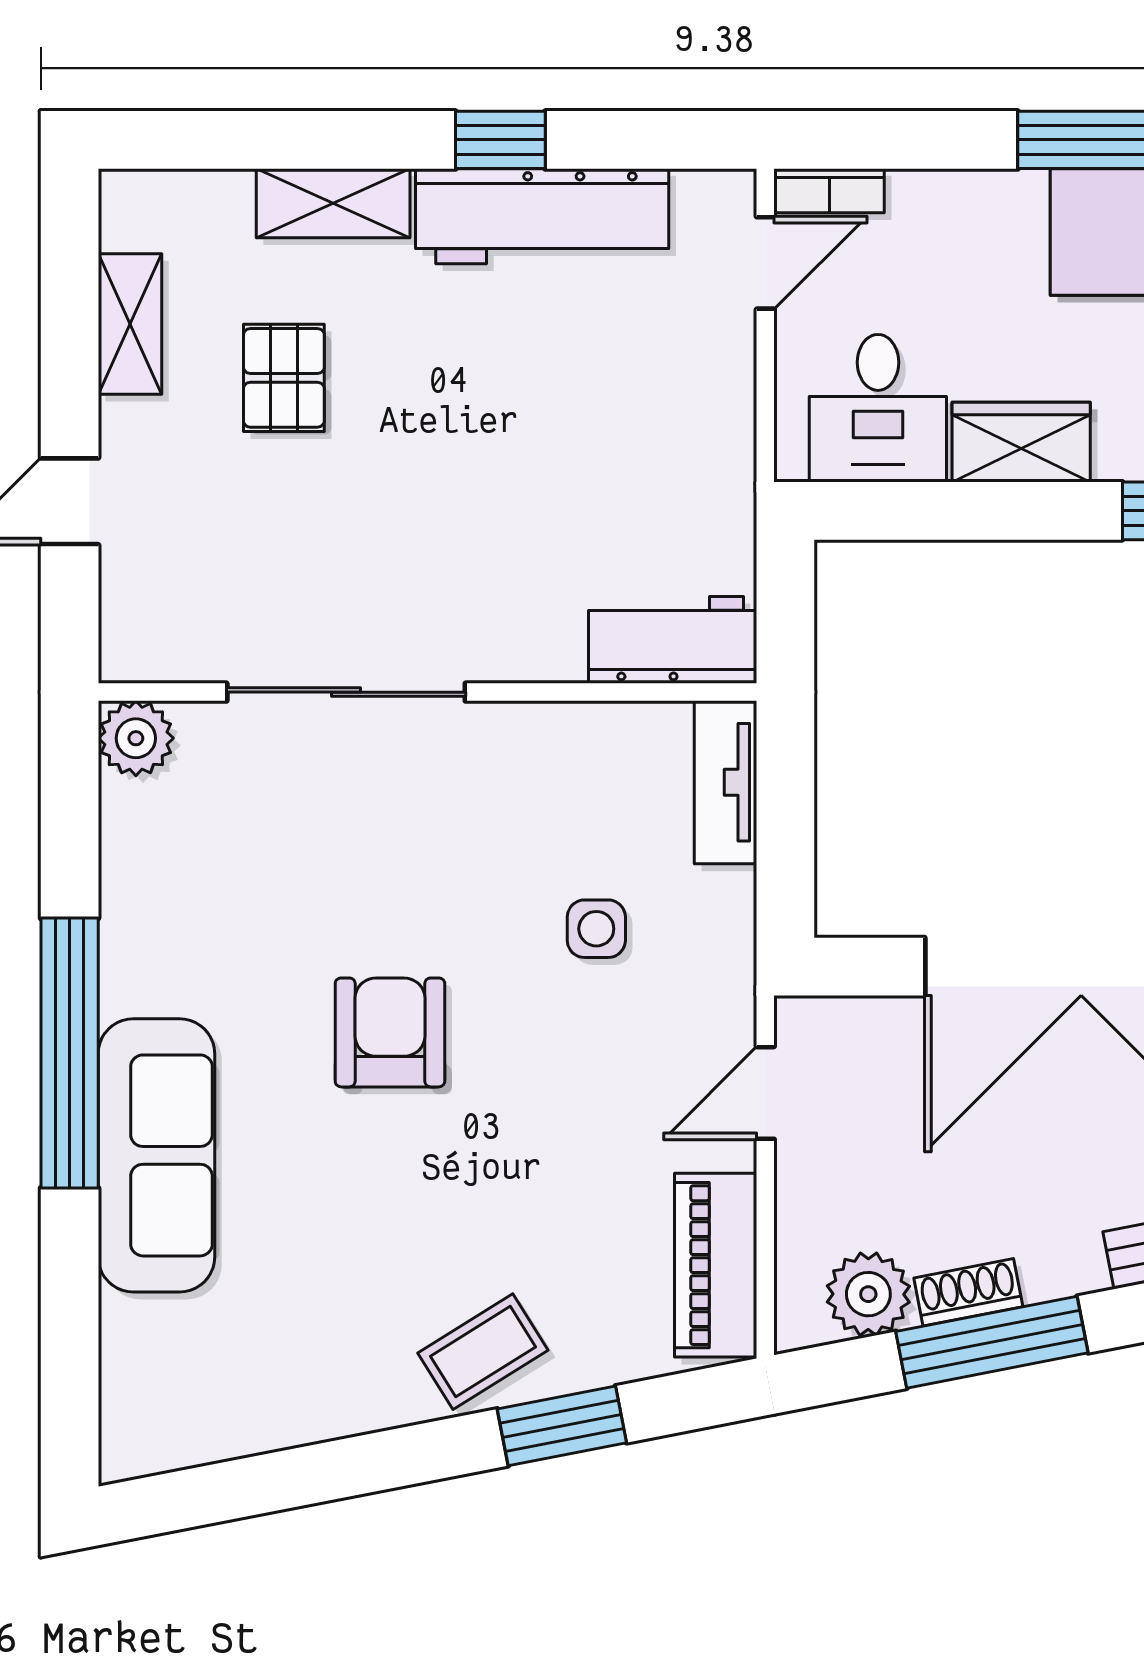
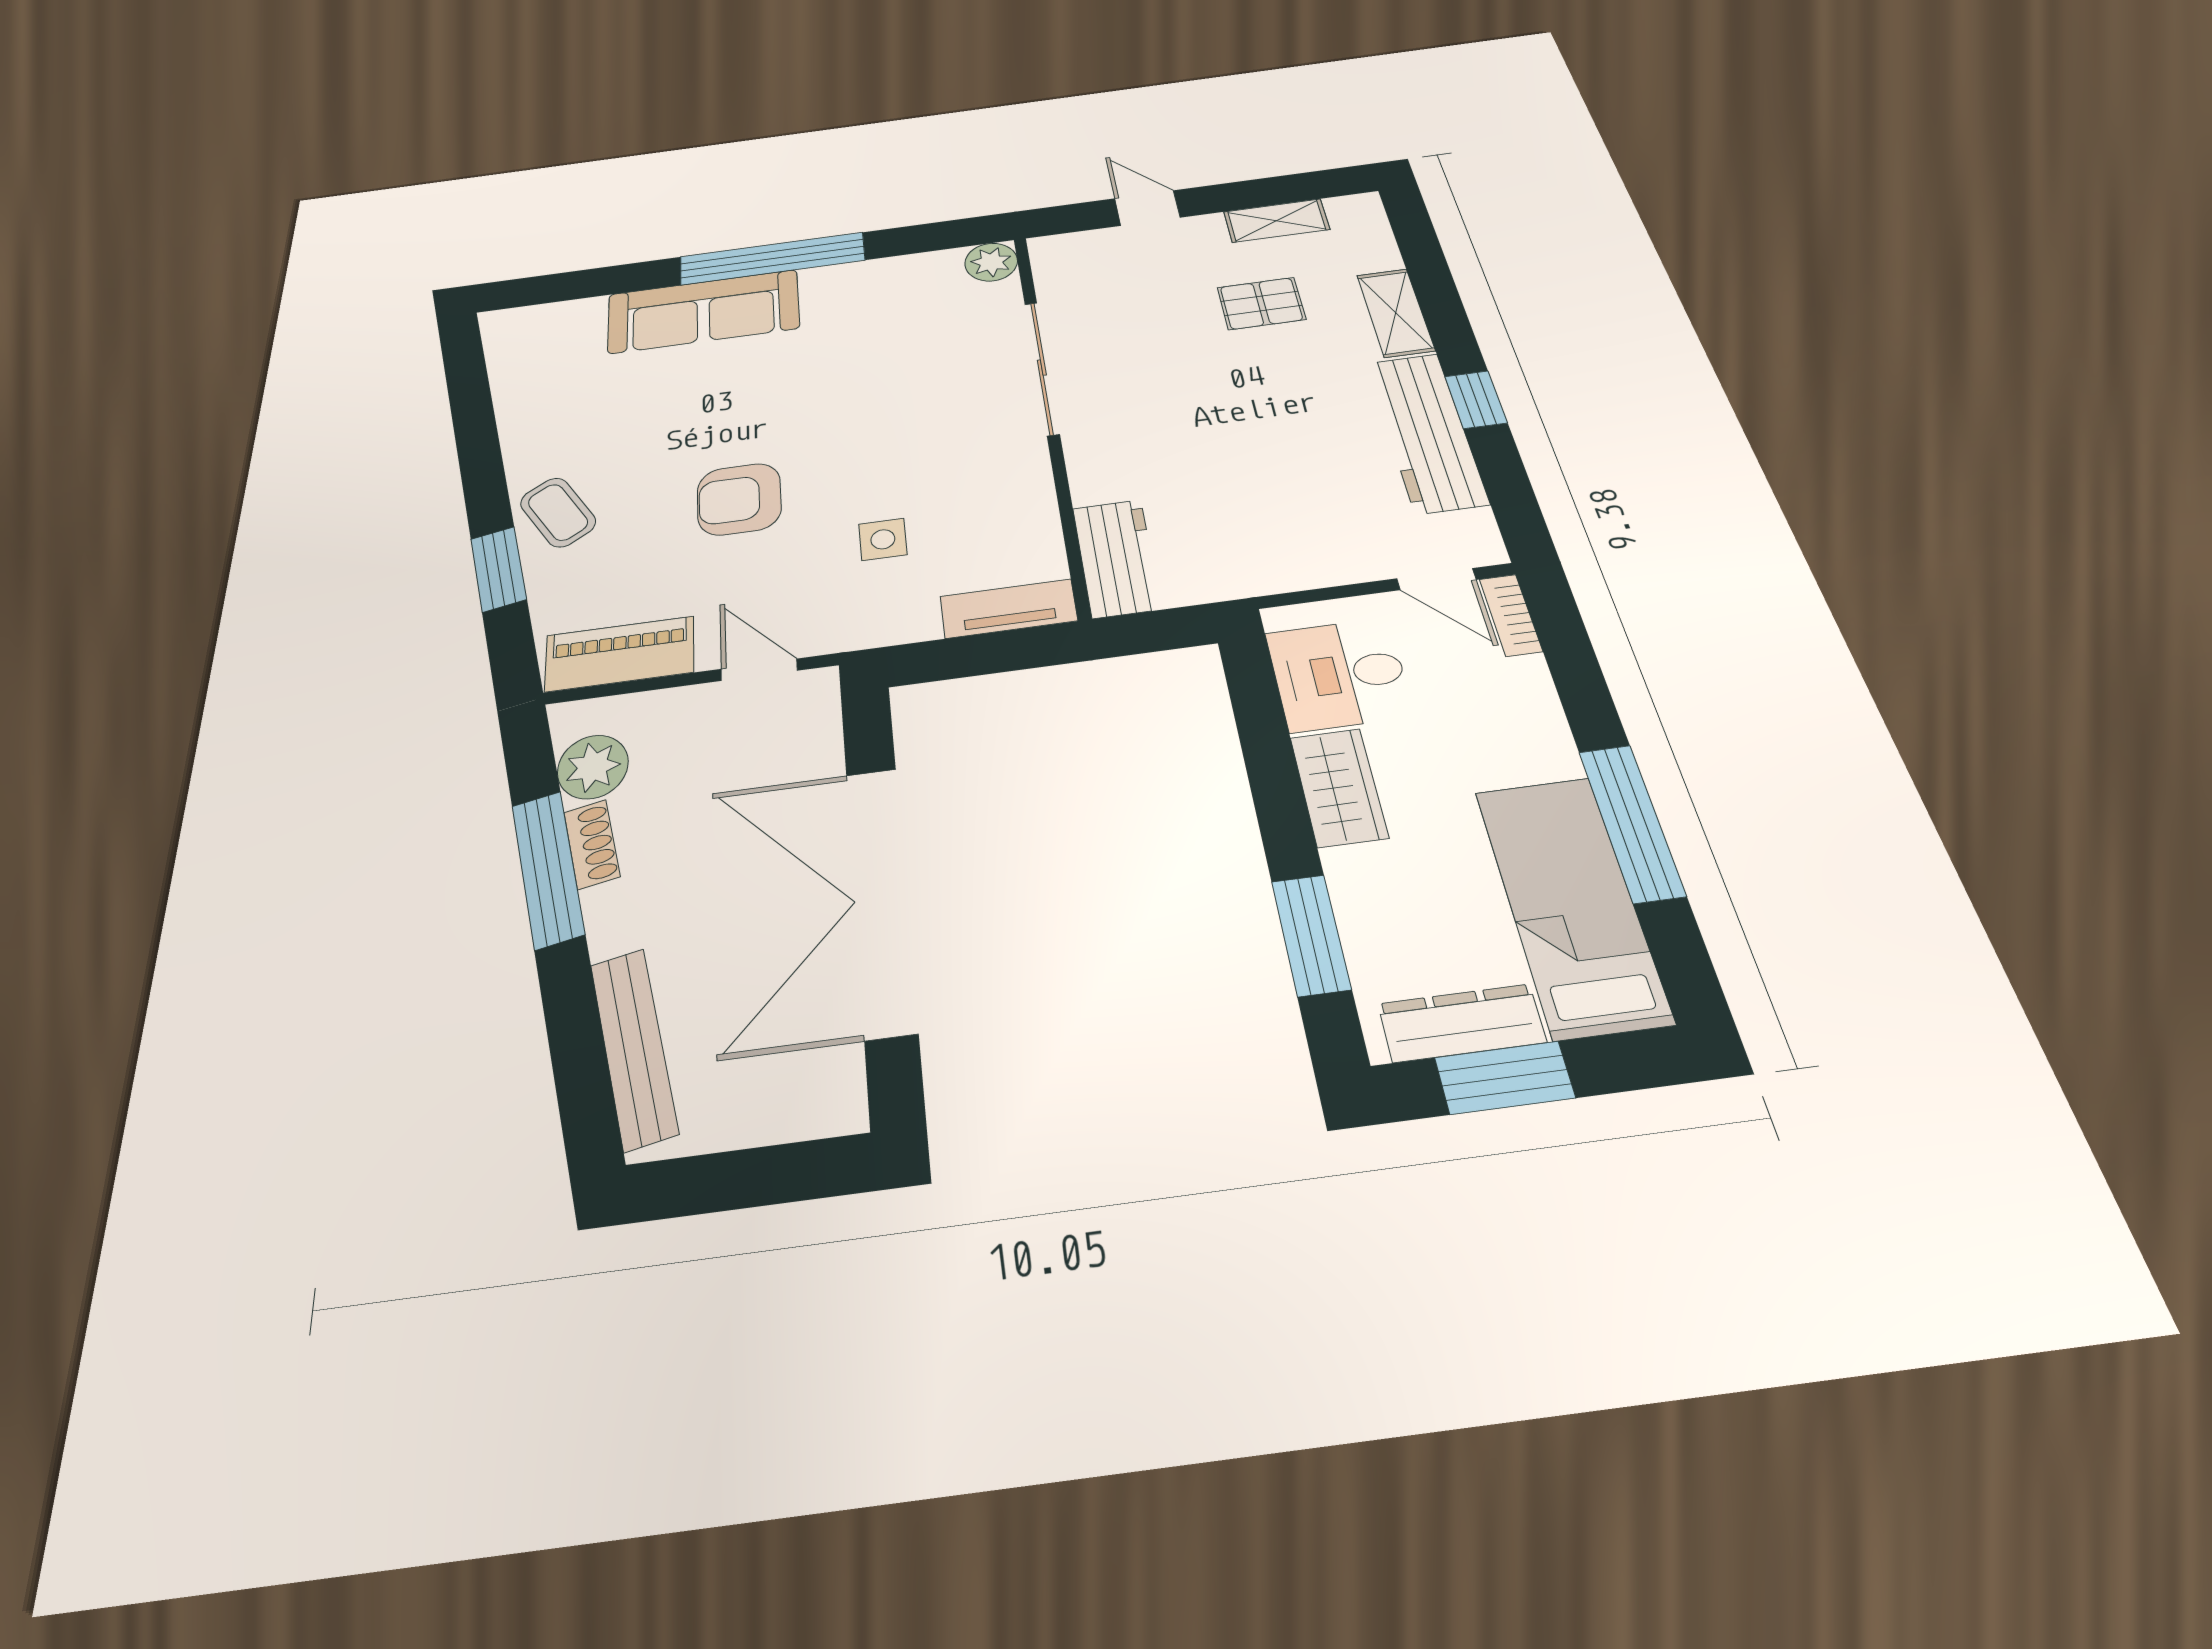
armchair: (390, 1032) -> (739, 499), moved, turned 180

